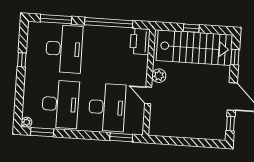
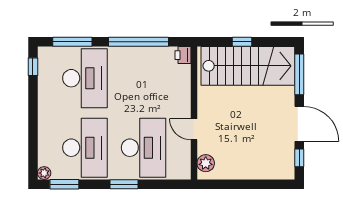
printer: (140, 41) -> (183, 55), width x0.53, depth x0.68
window: (235, 57) -> (299, 74), width x2.17
window: (22, 60) -> (33, 67), moved
plant: (159, 76) -> (206, 163), moved
window: (121, 137) -> (124, 184), moved

